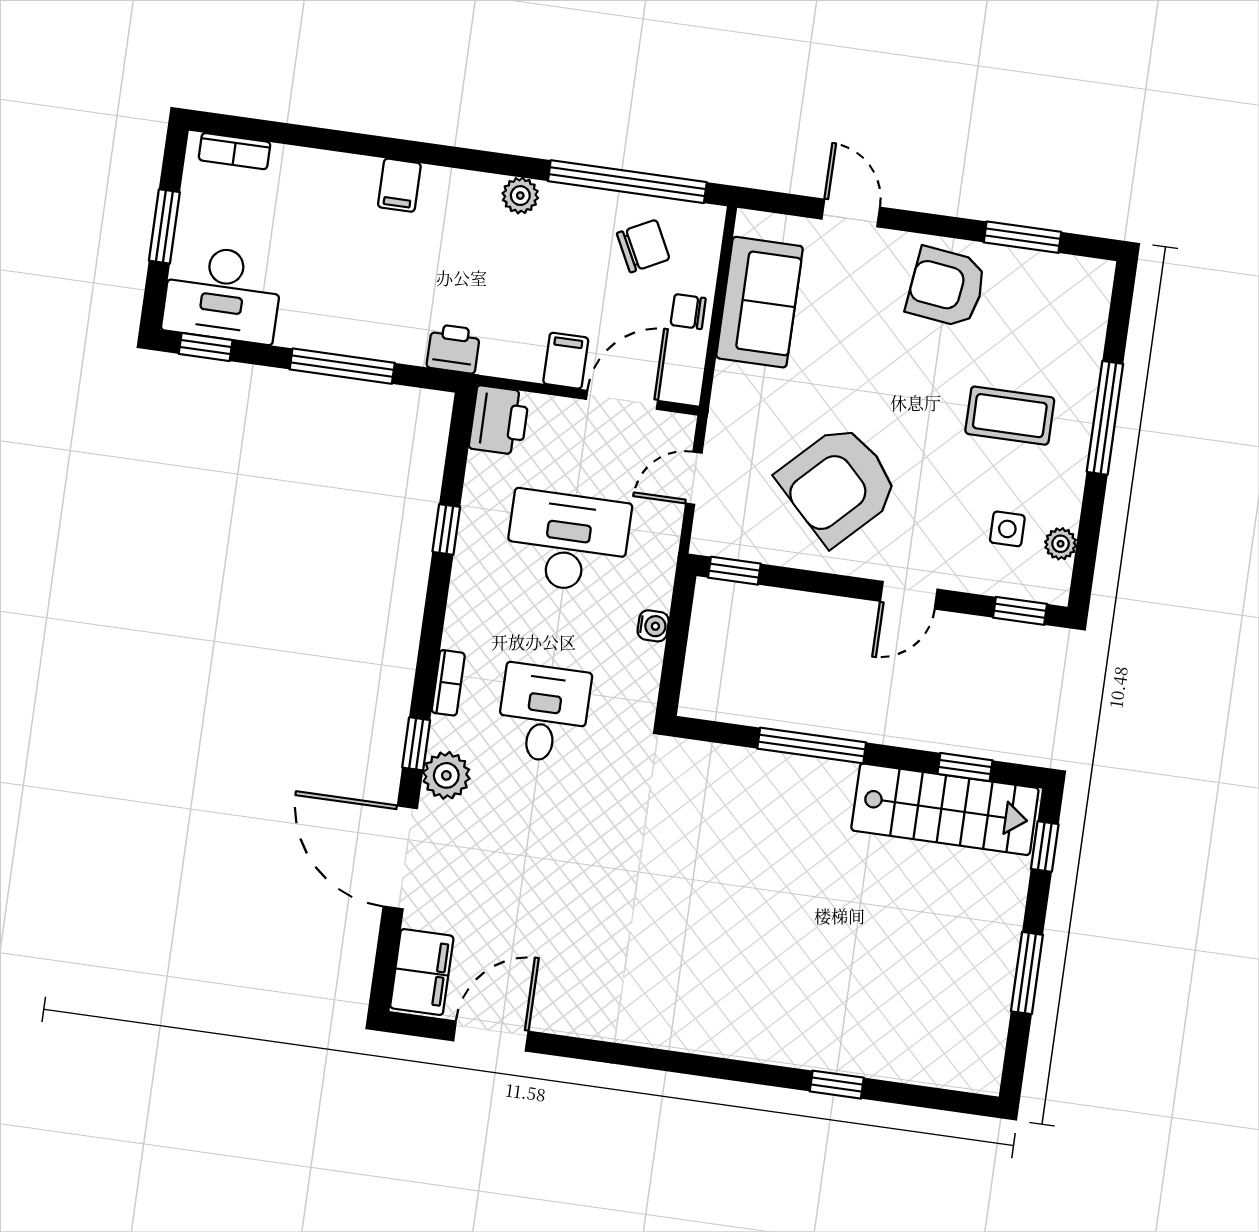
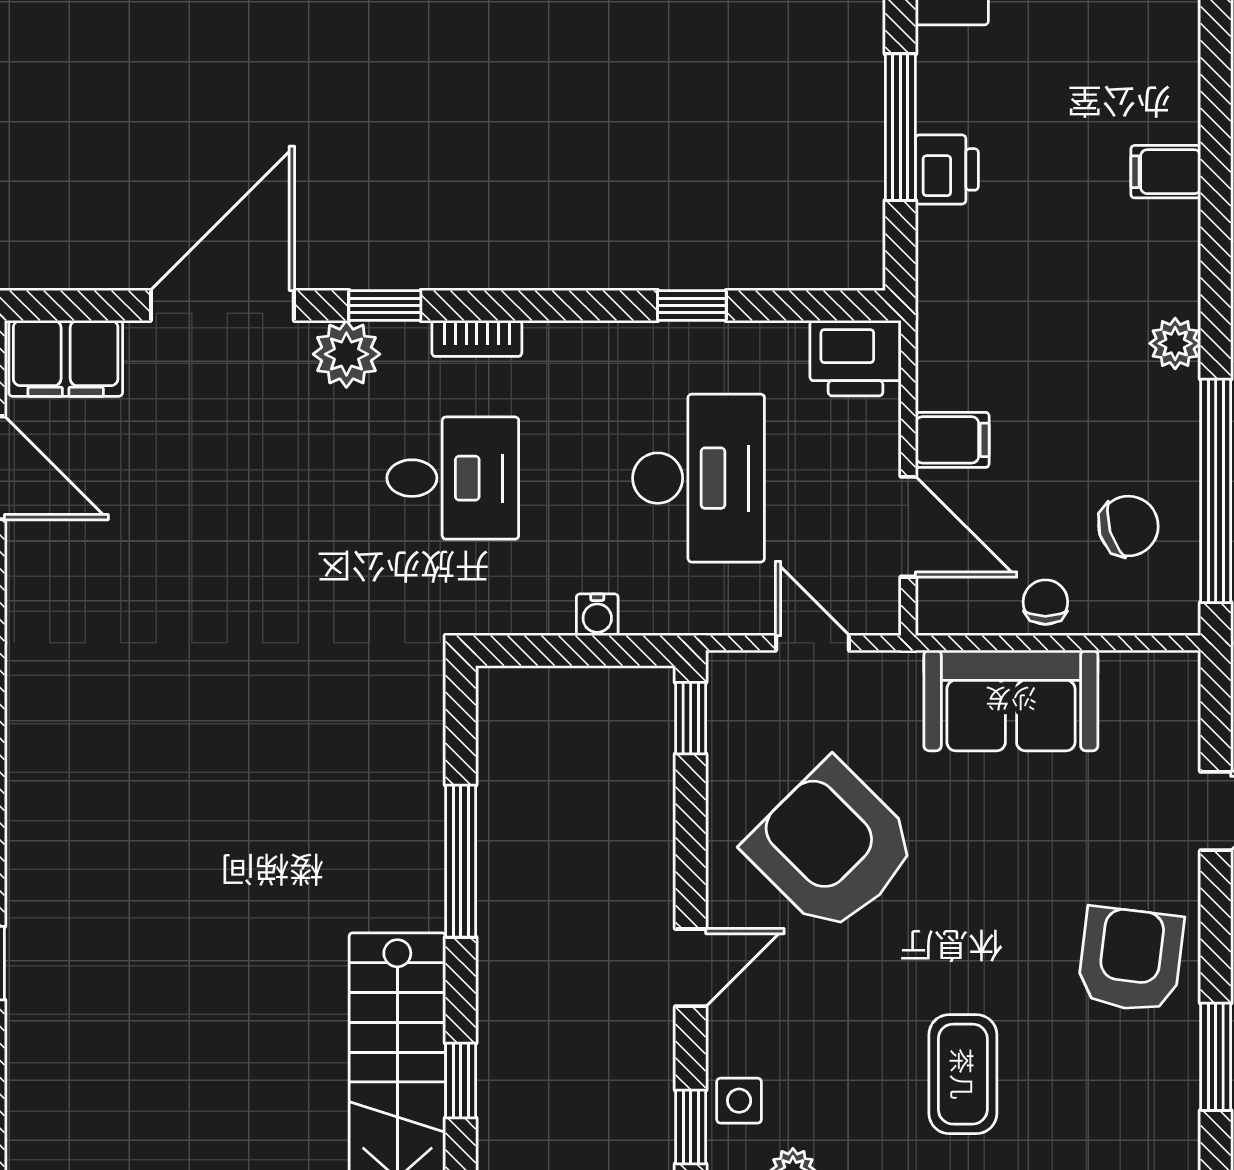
chair: (643, 246) -> (1128, 526), turned -80
sofa: (760, 302) -> (1011, 700), moved
printer: (453, 349) -> (947, 169), moved
side table: (1007, 529) -> (739, 1101), moved
door: (909, 595) -> (691, 968), swing flipped

